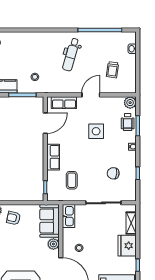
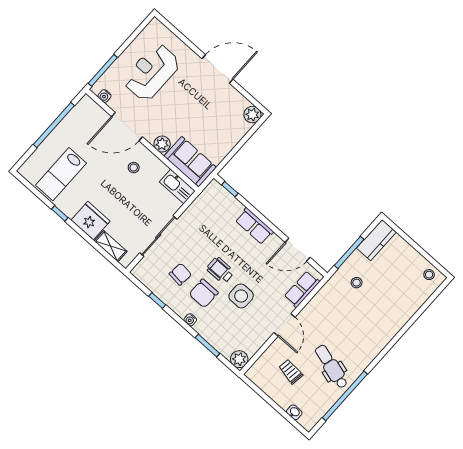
dental chair: (71, 55) -> (331, 367), moved
wheelchair: (128, 122) -> (220, 270), moved
door: (45, 123) -> (298, 250), hinge flipped
chair: (112, 152) -> (204, 293), added
coffee table: (72, 180) -> (212, 224), removed
armchair: (13, 218) -> (227, 126), removed

